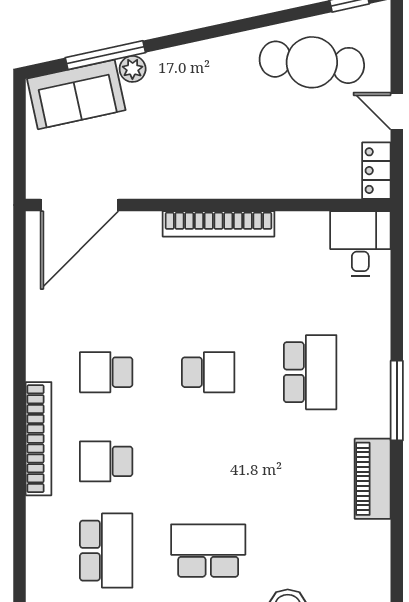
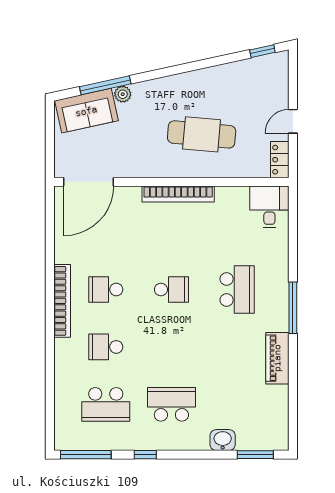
cafe table: (312, 62) -> (202, 134), moved
door: (397, 111) -> (293, 121), hinge flipped
bookcase: (39, 439) -> (62, 301), moved
school desk: (106, 551) -> (106, 404), turned 90

